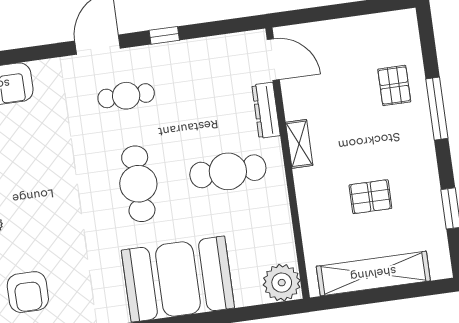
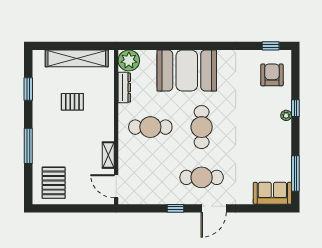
pallet: (394, 85) -> (54, 183), moved, width x1.50, depth x1.42
cafe table: (126, 96) -> (202, 177), width x1.37, depth x1.35
dresser: (266, 110) -> (124, 88), moved
shelving: (299, 144) -> (108, 155), moved

